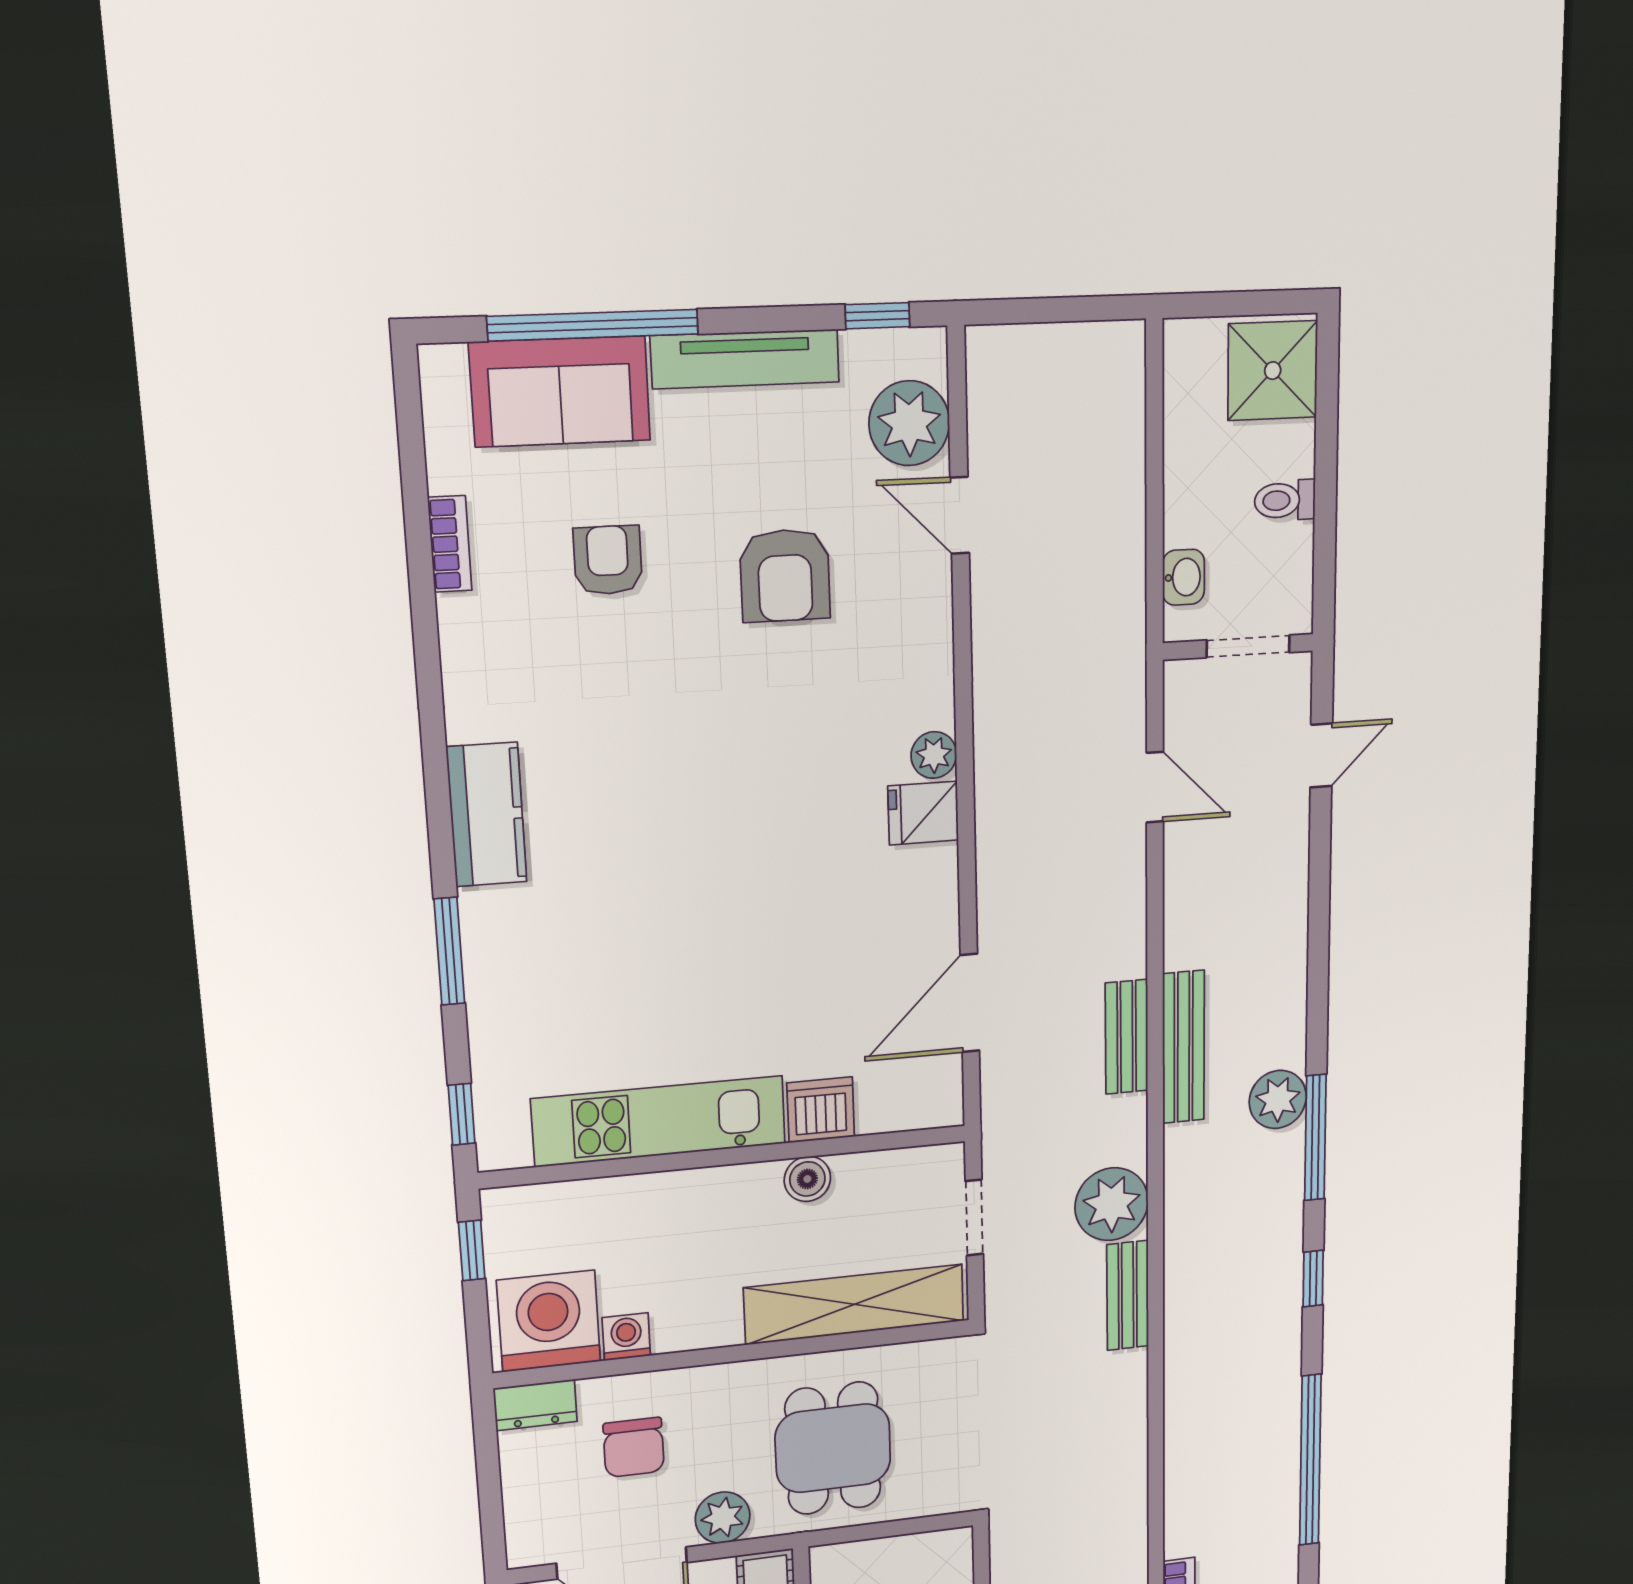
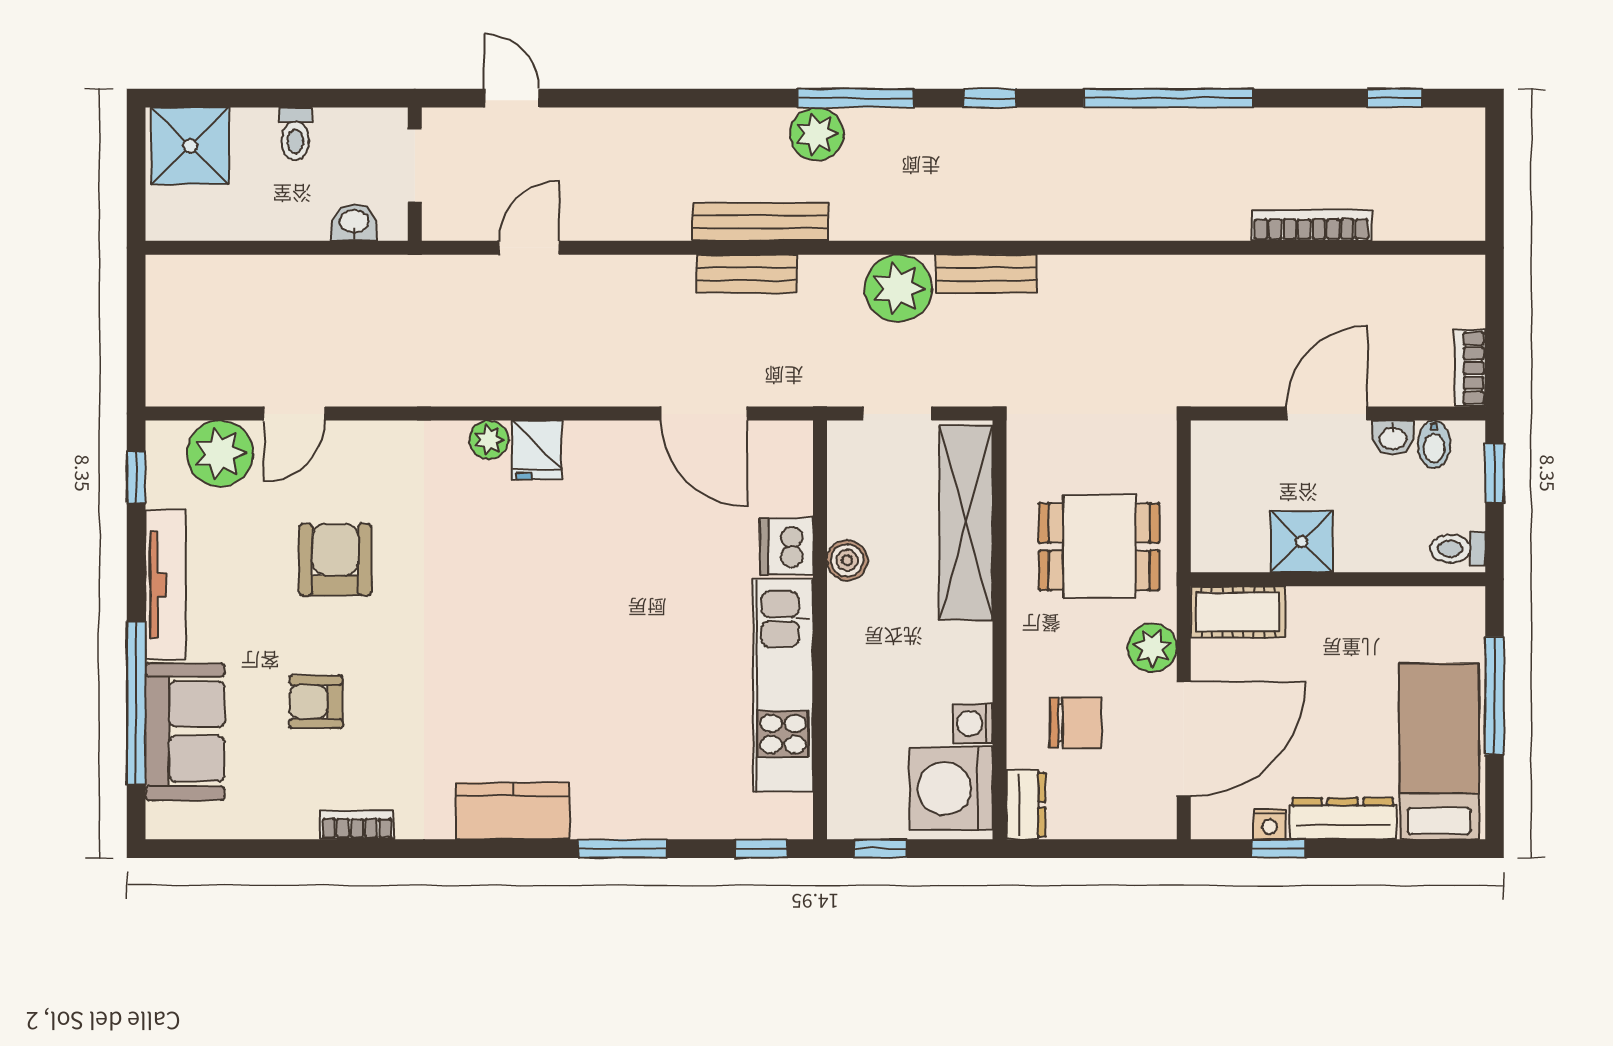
bookcase: (450, 544) -> (357, 825), moved
armchair: (785, 575) -> (335, 560), turned -90

